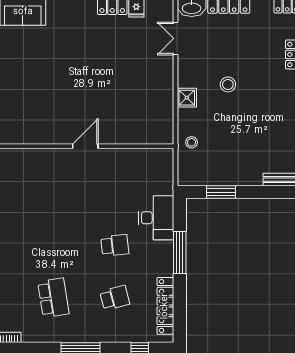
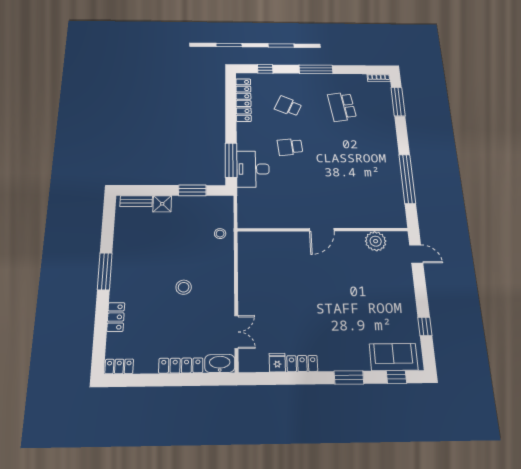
shower: (187, 98) -> (162, 204), moved
plant: (30, 133) -> (376, 241), added
window: (180, 253) -> (231, 160), moved
school desk: (115, 298) -> (288, 106), turned 39

